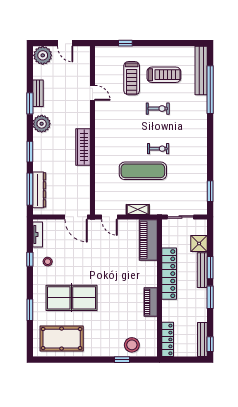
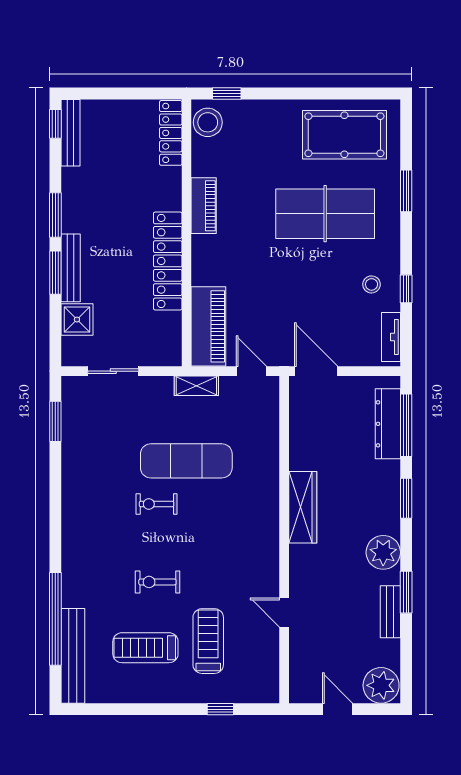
piano: (148, 240) -> (208, 326), moved
locker: (169, 274) -> (168, 261), moved
wall: (159, 288) -> (187, 233), moved
piano: (151, 302) -> (204, 206), moved
locker: (168, 339) -> (171, 133), moved

